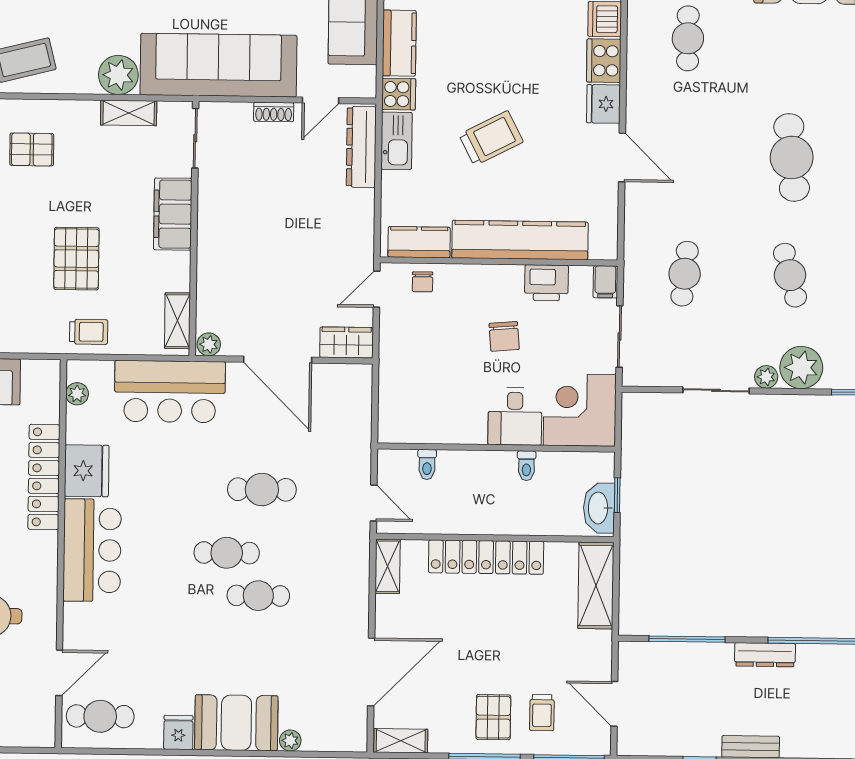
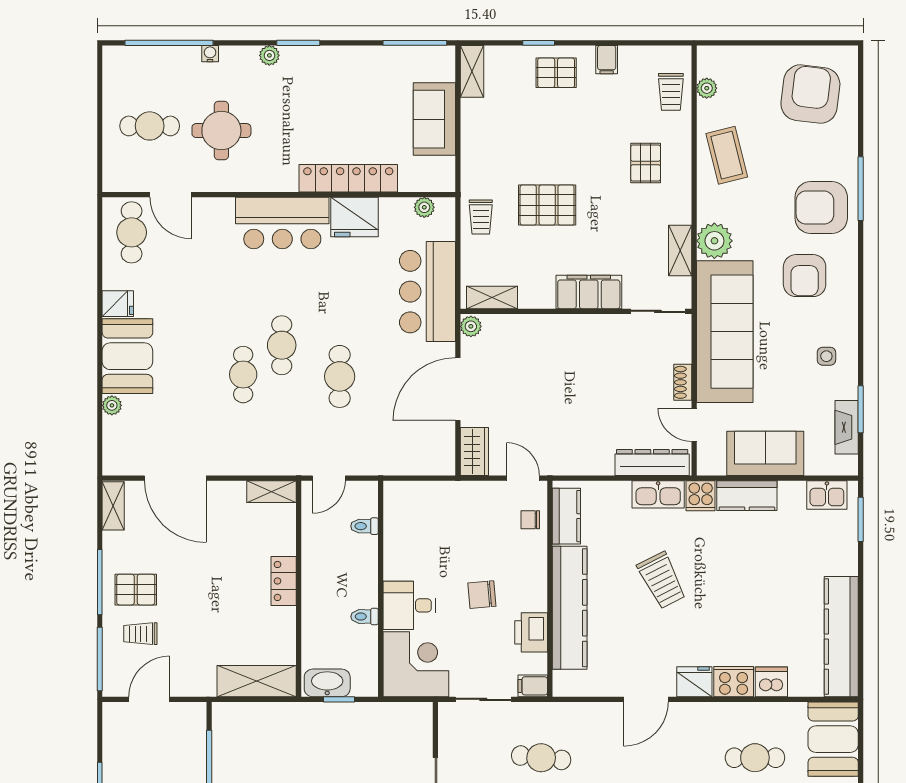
locker: (486, 557) -> (284, 581), width x0.46, depth x0.83

